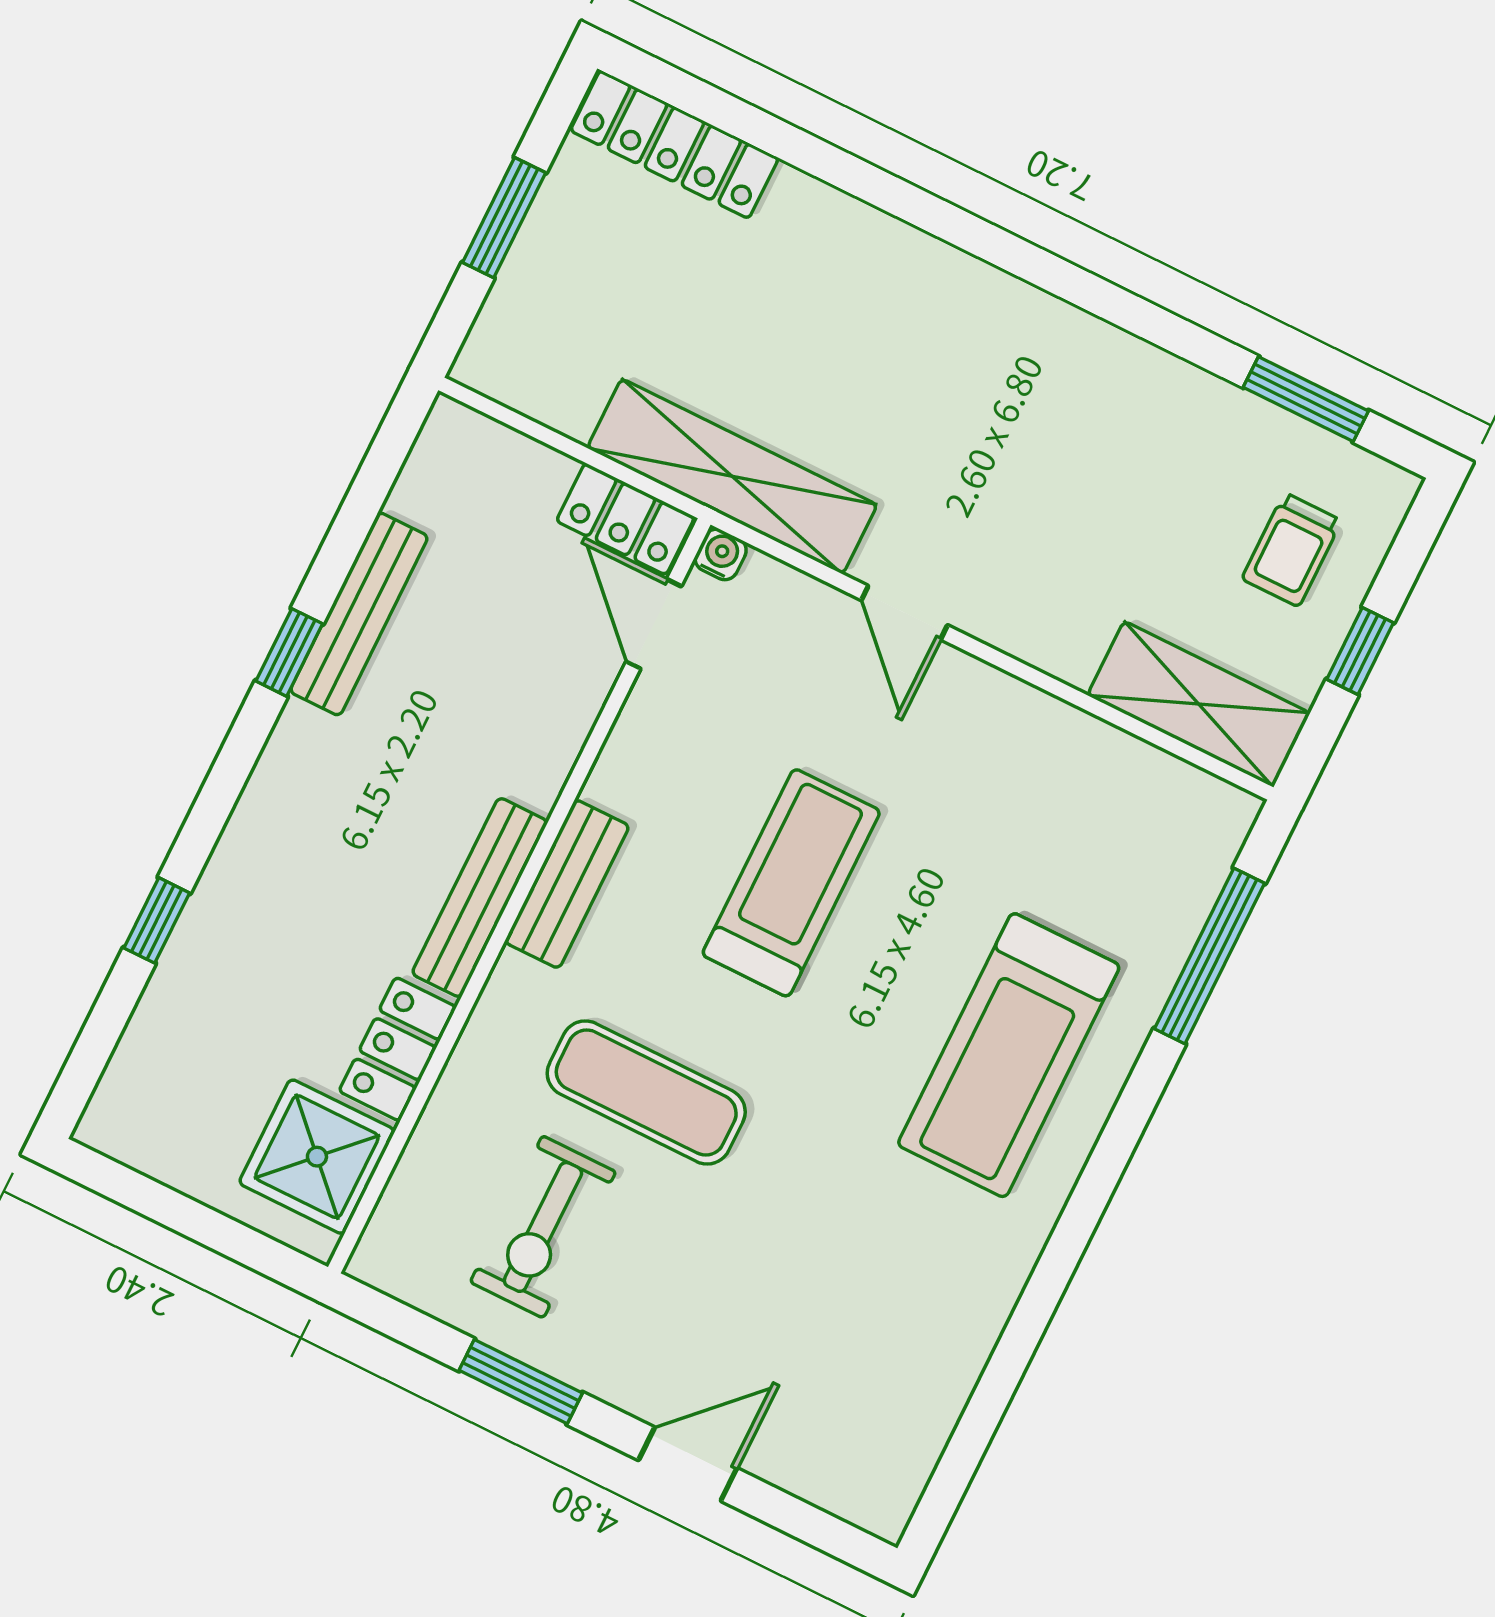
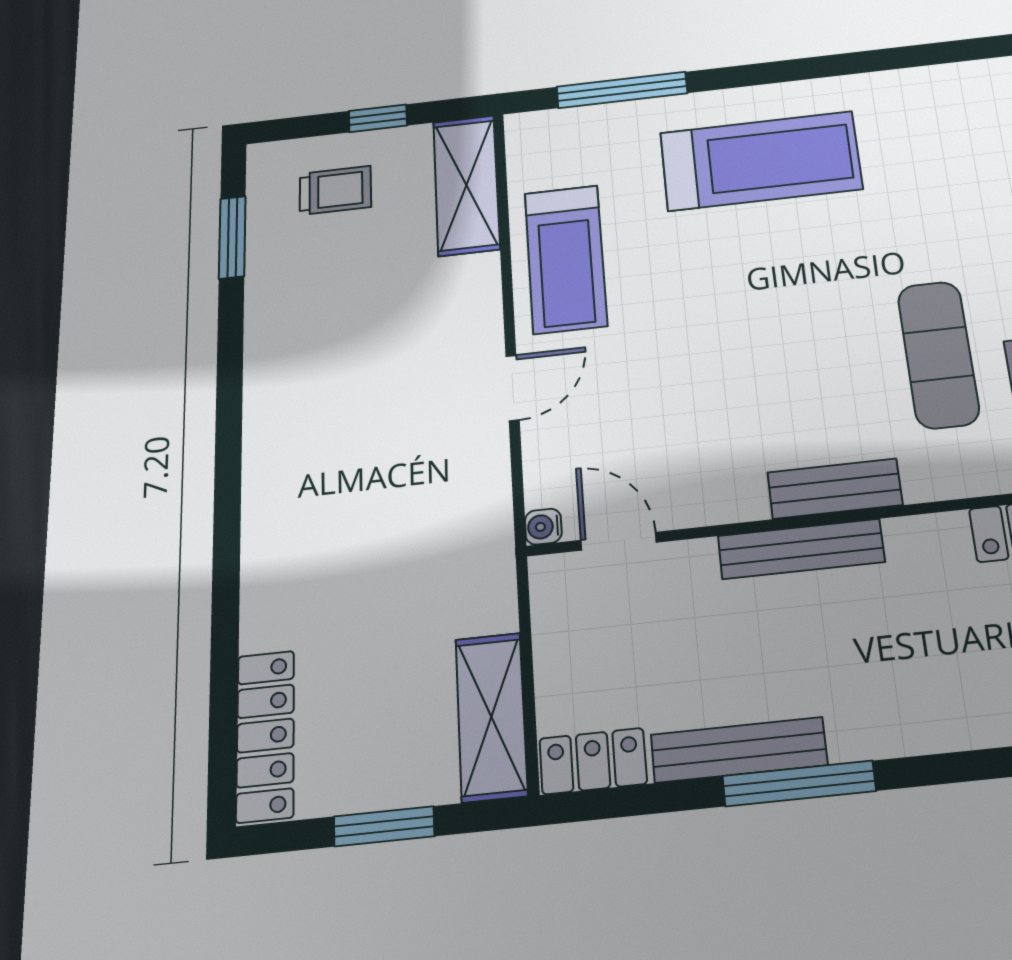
shelving: (732, 476) -> (491, 717), moved, width x0.68
locker: (625, 519) -> (593, 761), moved, turned -90
door: (654, 624) -> (619, 541), swing flipped
window: (289, 652) -> (799, 783), width x2.17
treadmill: (791, 883) -> (566, 259), moved, turned -90
bench: (480, 898) -> (801, 549), moved

